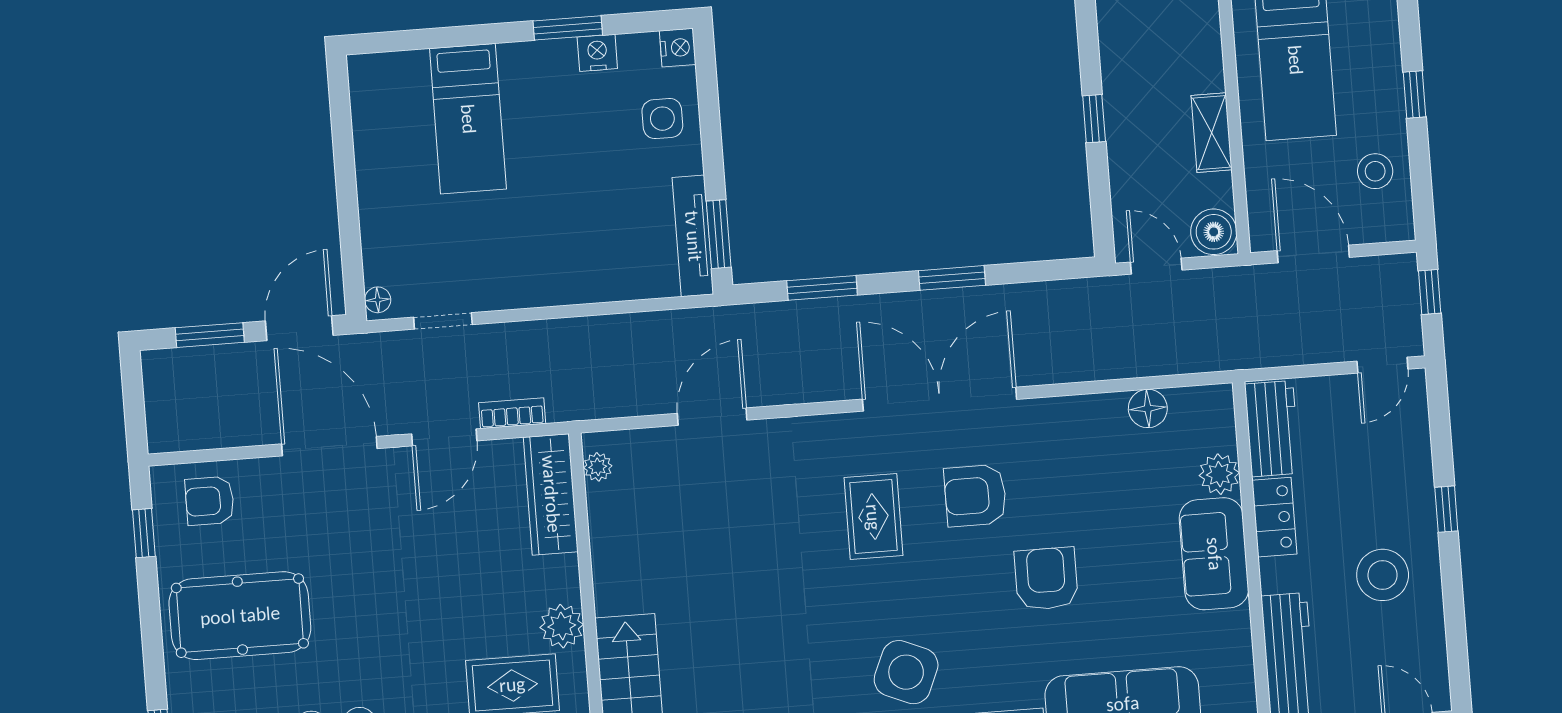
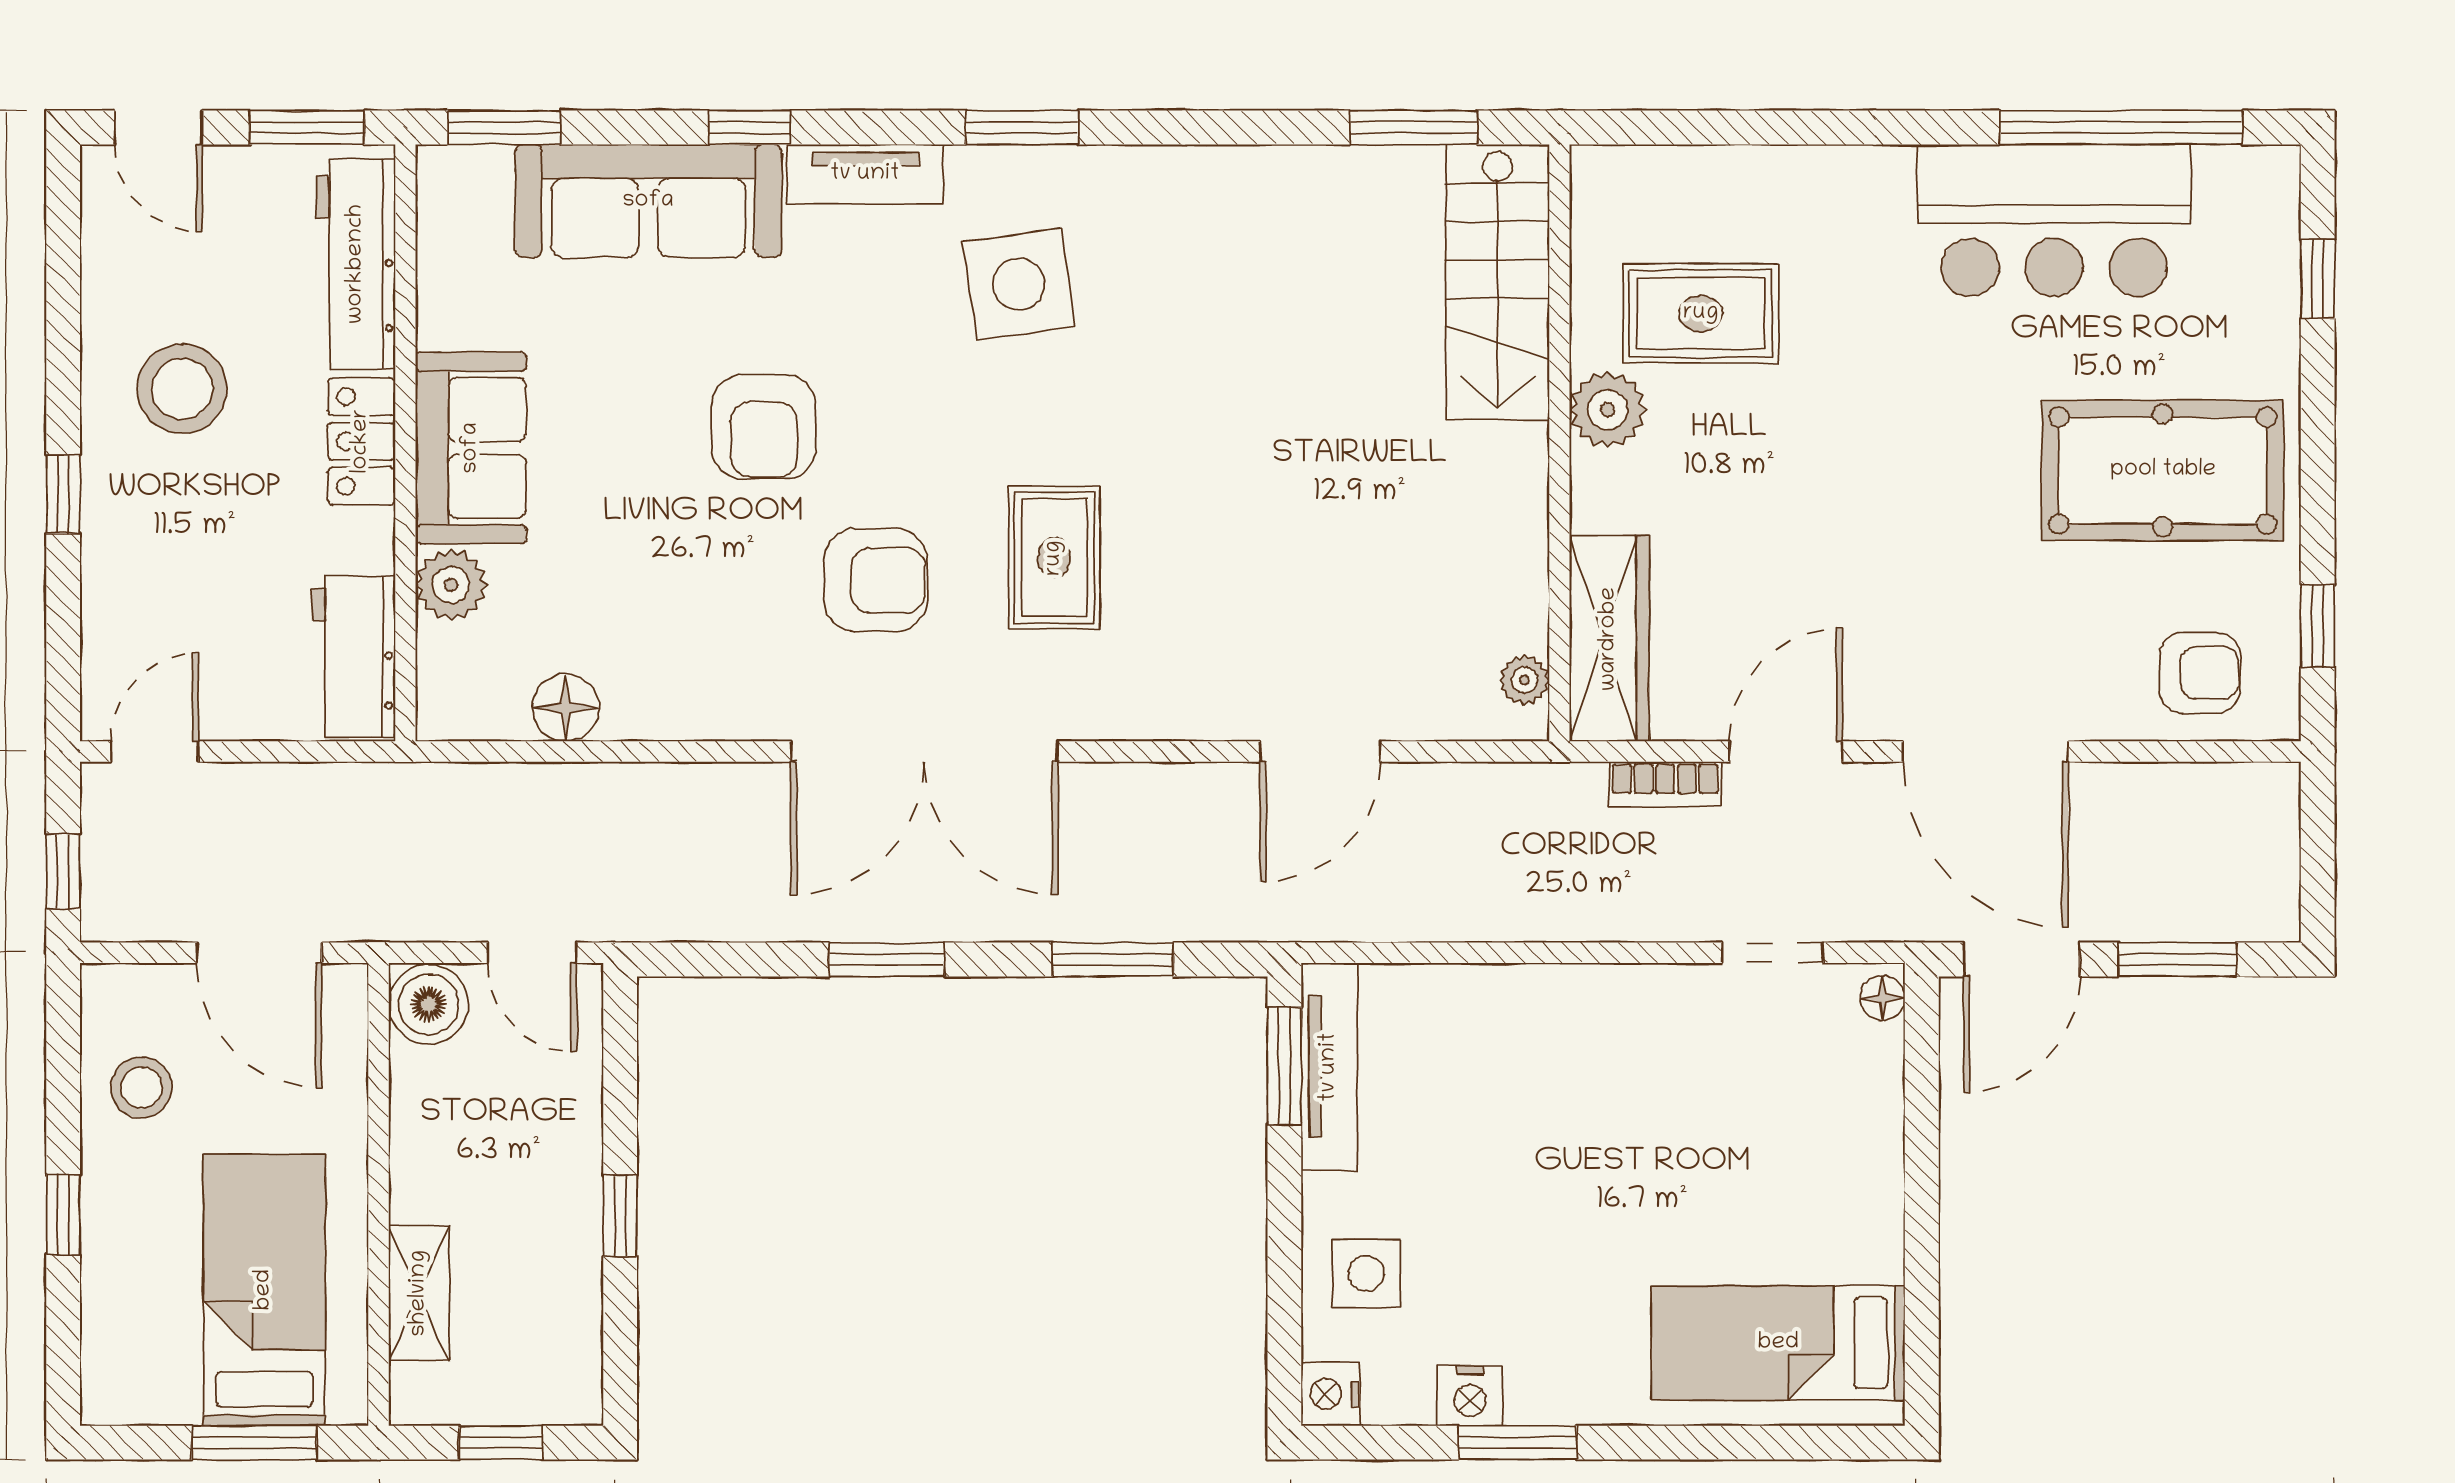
bed: (468, 119) -> (1778, 1343), moved, turned -90
shelving: (1212, 133) -> (419, 1293), moved
locker: (1274, 517) -> (361, 441), moved
side table: (906, 672) -> (1019, 284), turned -31

